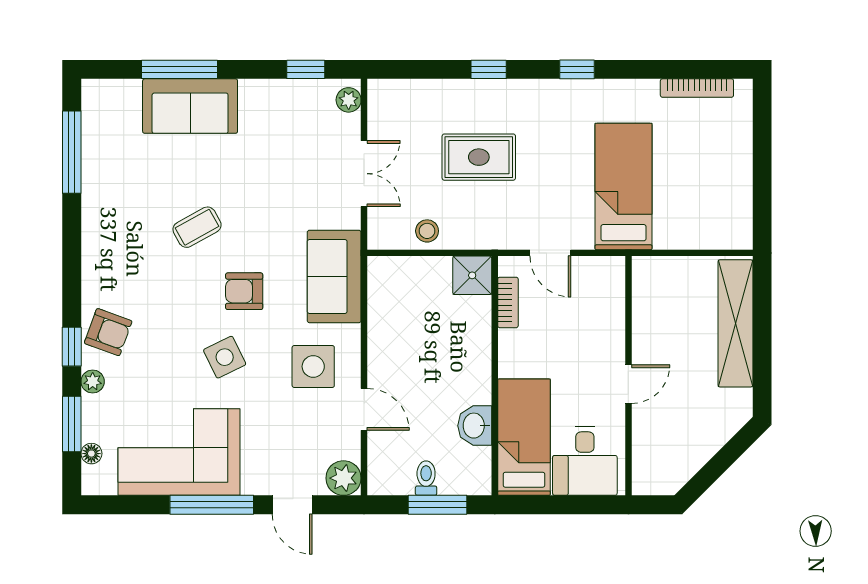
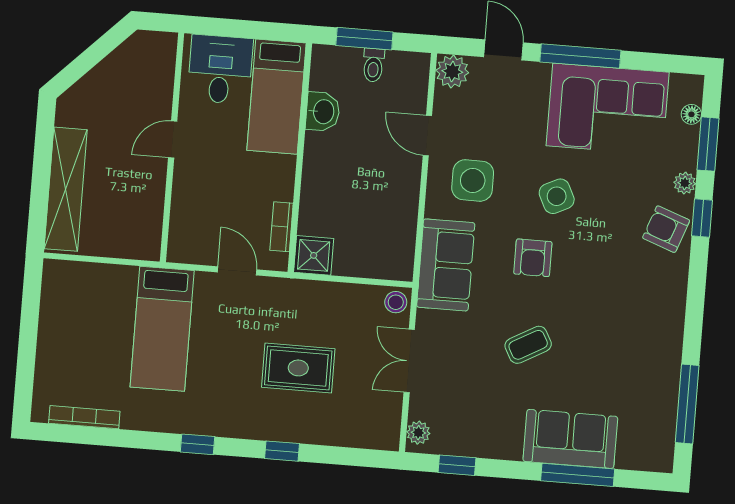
coffee table: (197, 227) -> (528, 345), moved
stool: (427, 231) -> (396, 302), moved
armchair: (244, 291) -> (533, 258), turned 90

